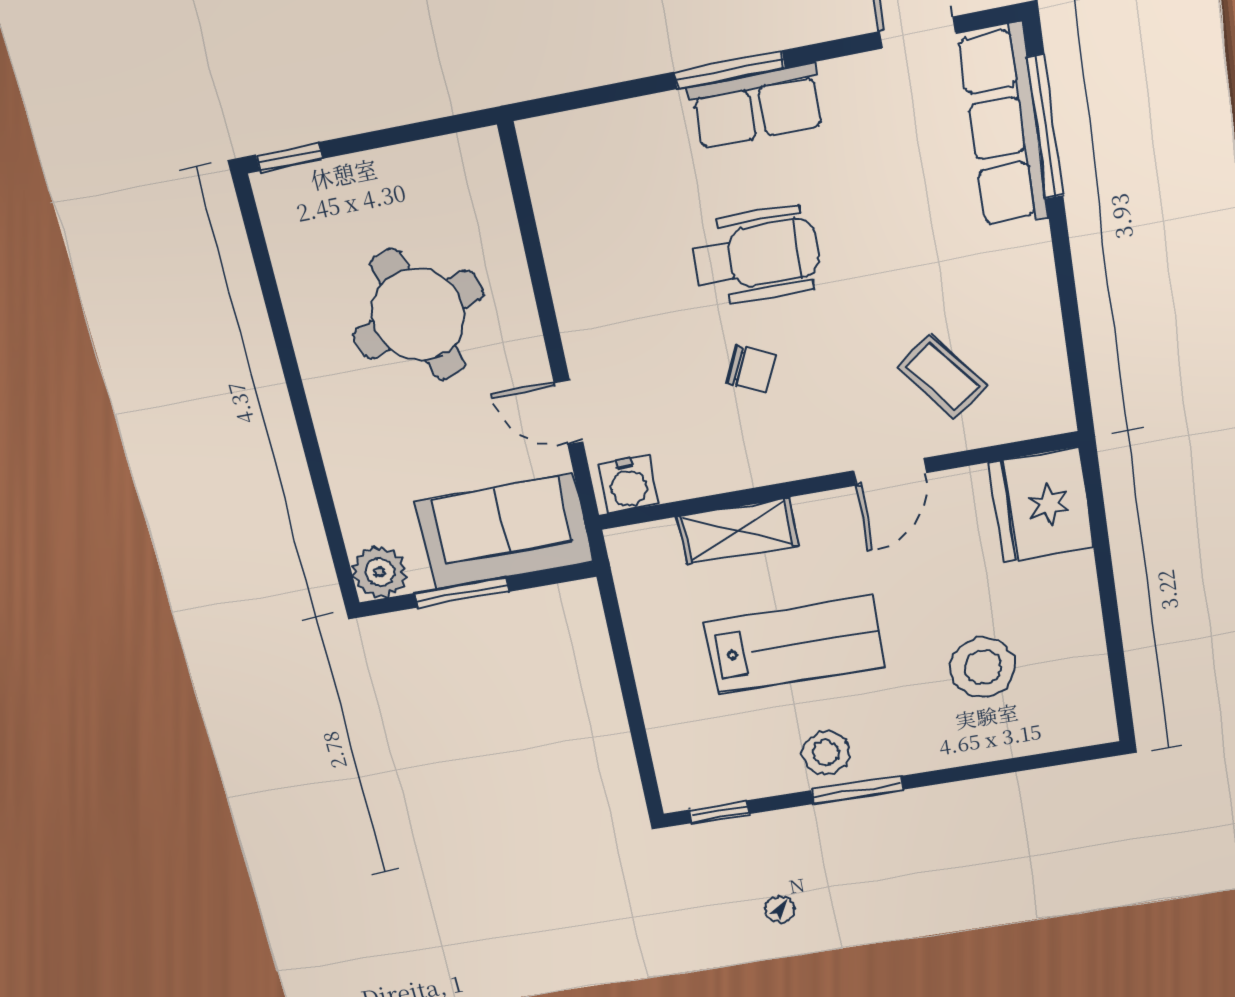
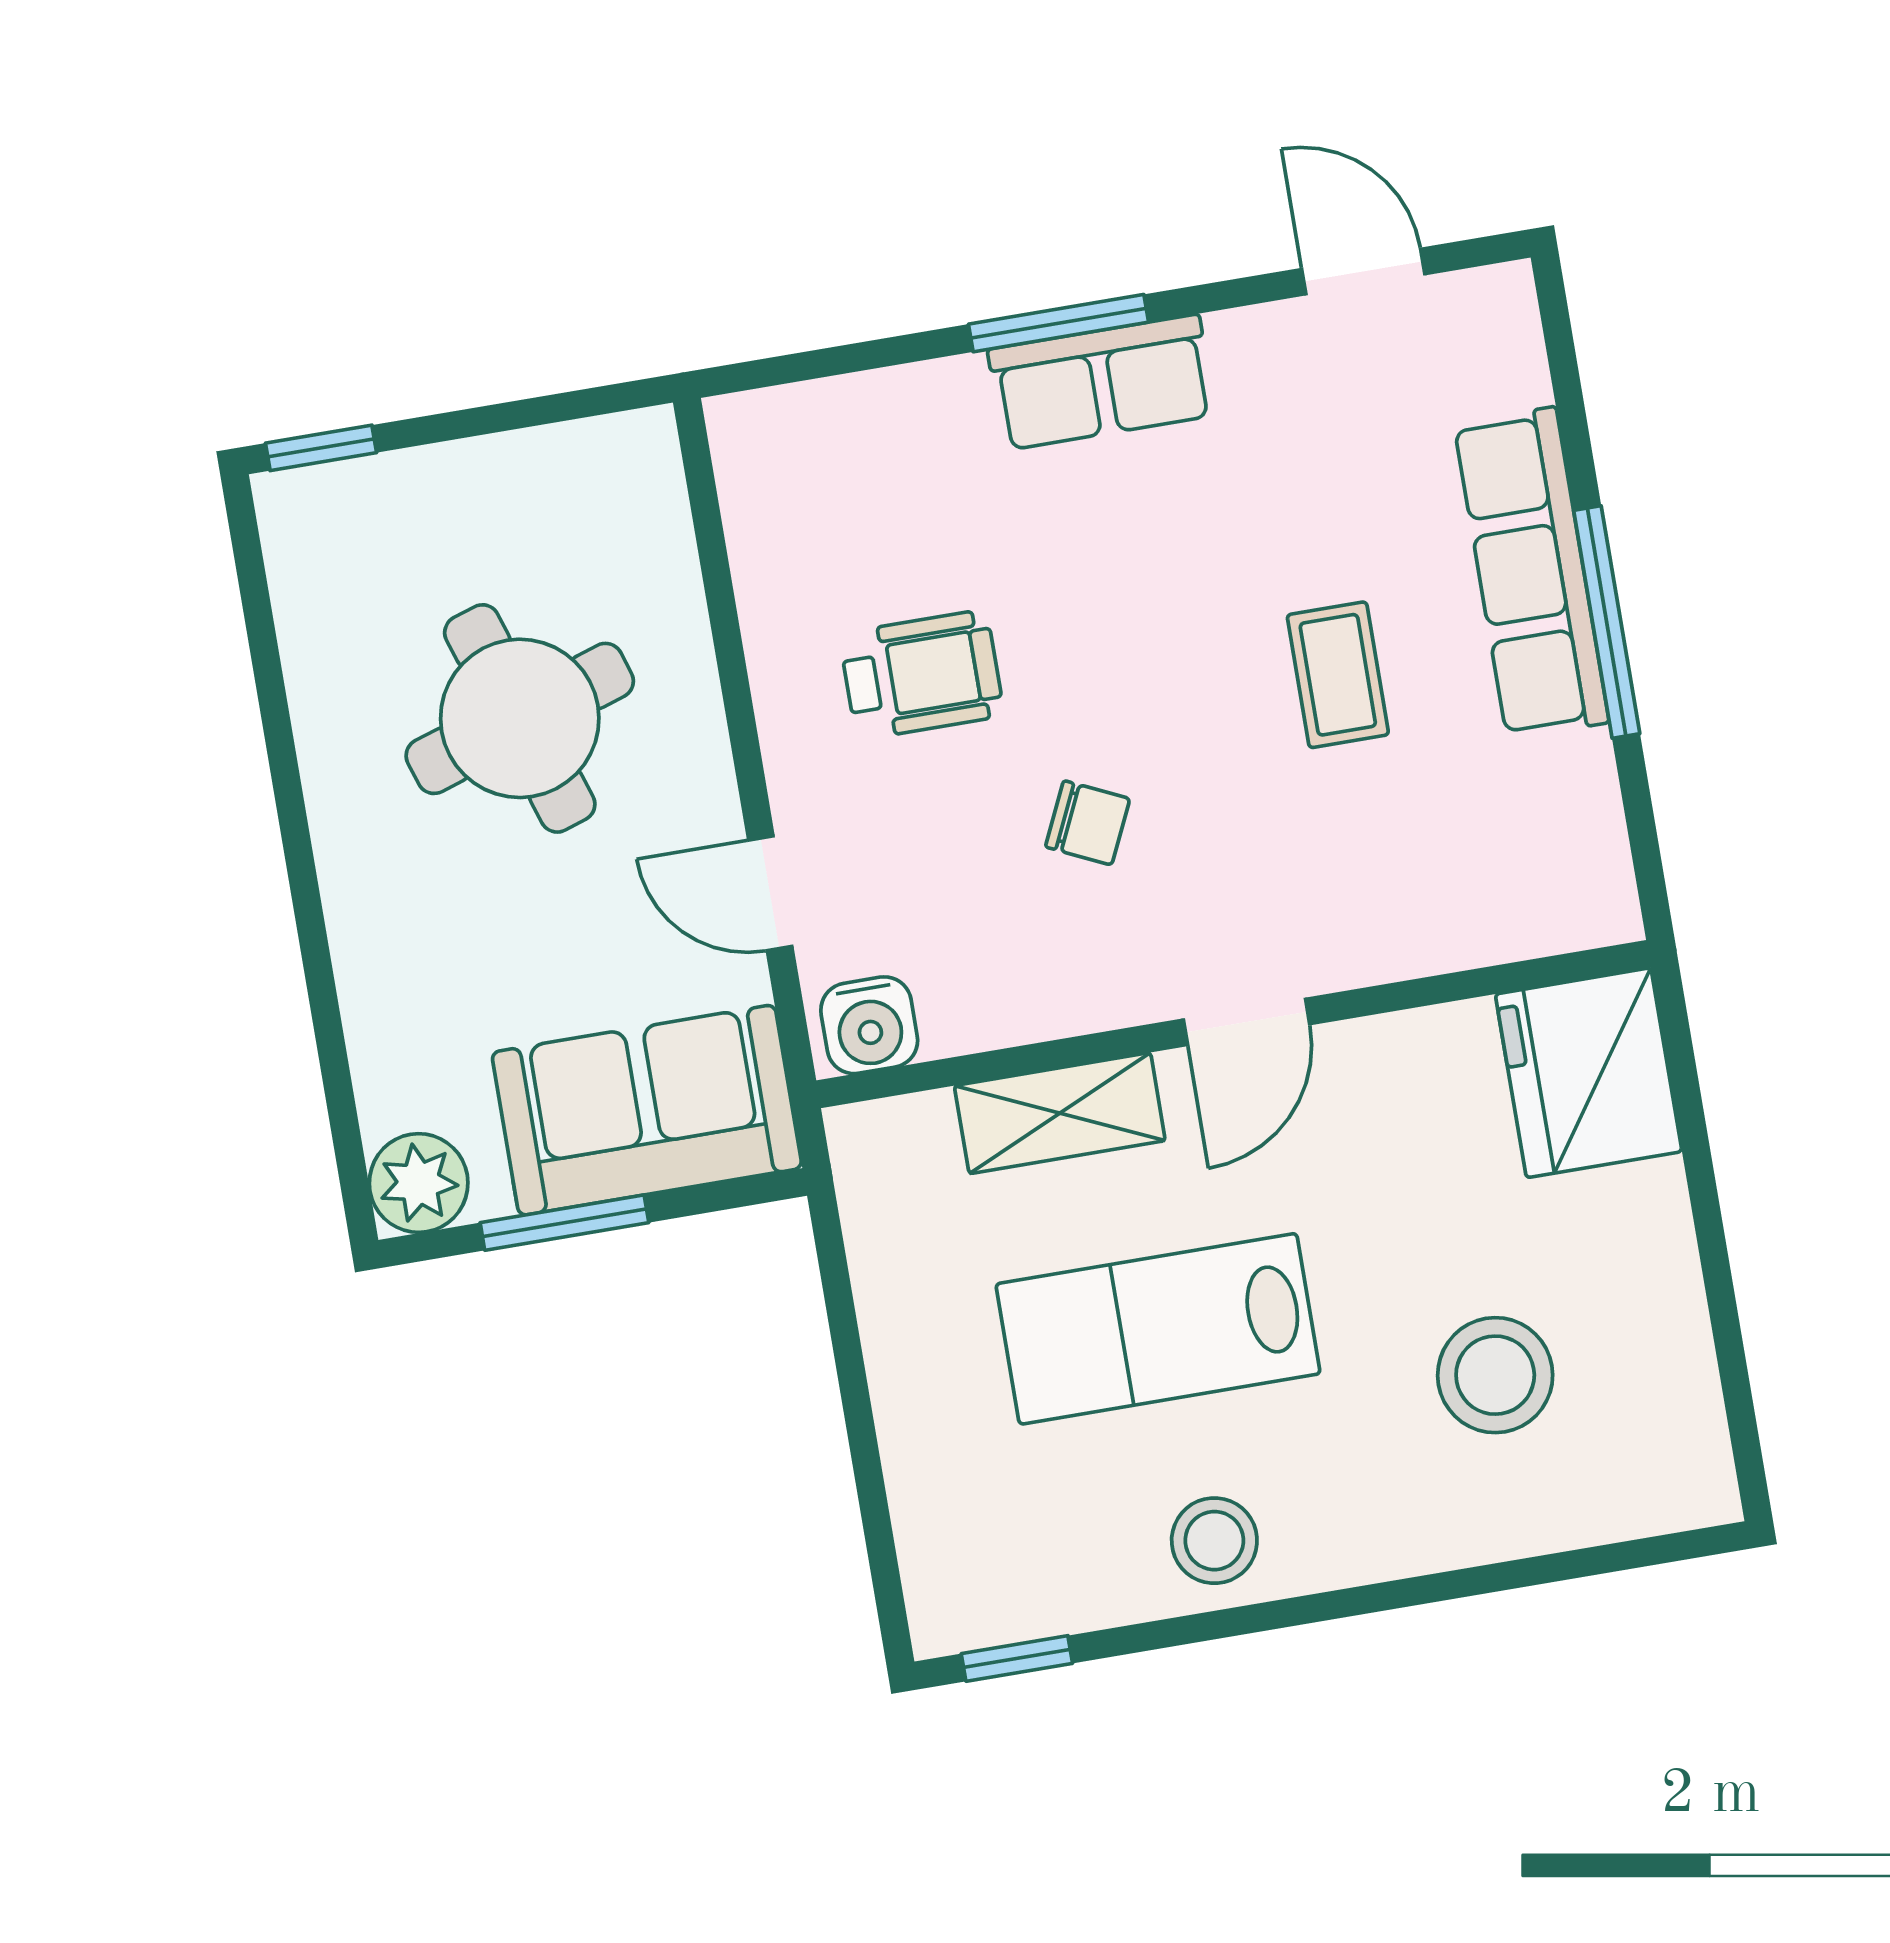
row of seats: (1004, 127) -> (1531, 573), moved
window: (1045, 127) -> (1607, 622), moved
wheelchair: (756, 256) -> (922, 675), moved, width x0.73, depth x0.73
coffee table: (942, 376) -> (1338, 675), moved, turned 37
door: (890, 472) -> (1247, 1022), moved
lab bench: (794, 645) -> (1158, 1329), turned 180
window: (857, 790) -> (1272, 1615), removed

